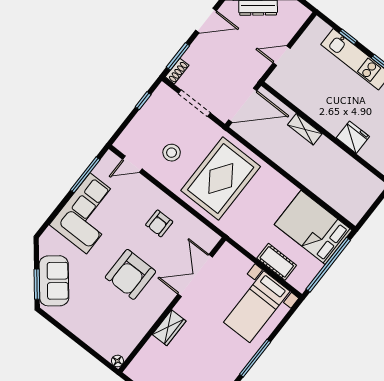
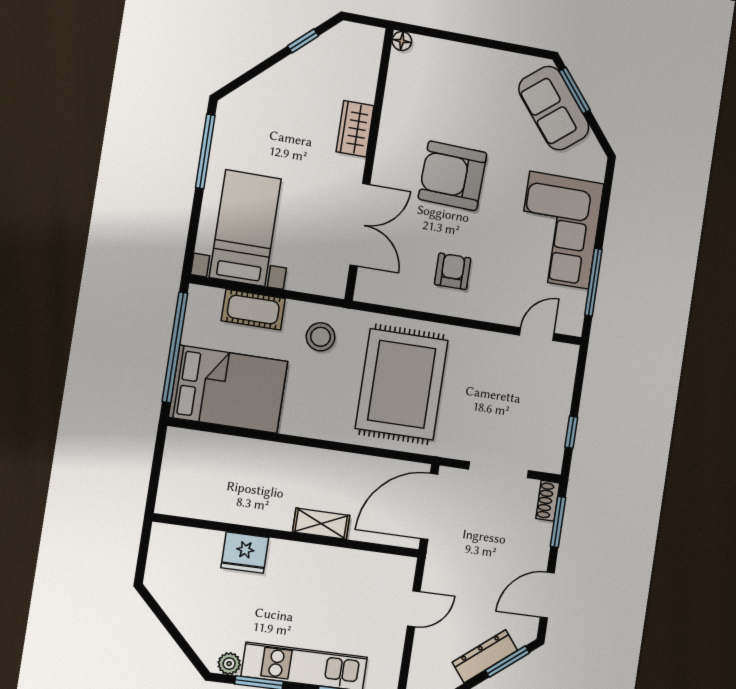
stool: (172, 153) -> (321, 337), moved
armchair: (130, 274) -> (453, 176), turned -88

